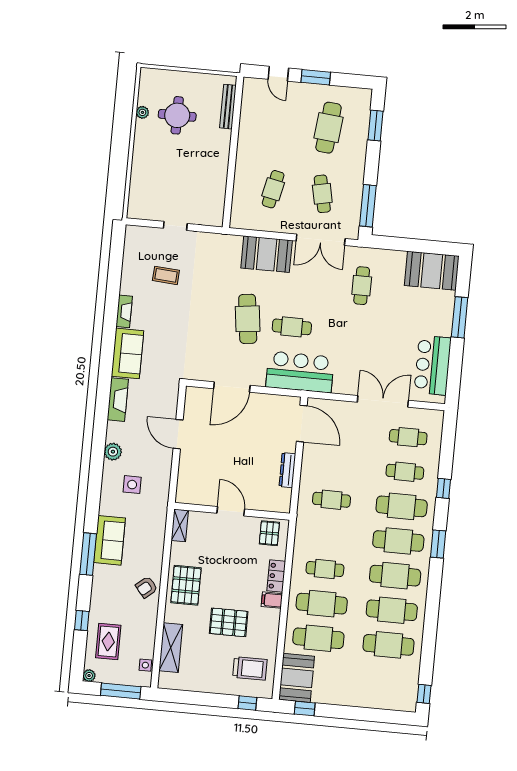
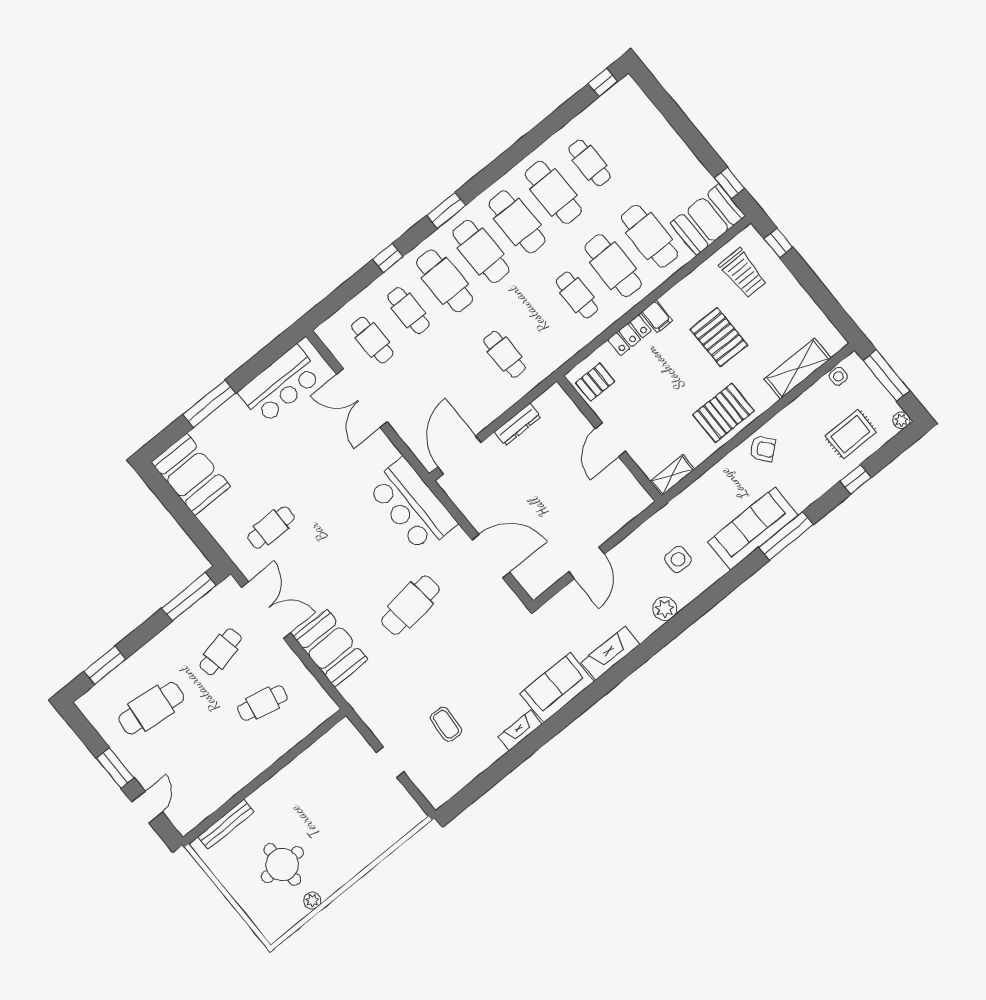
cafe table: (292, 327) -> (376, 555), removed
sofa: (109, 540) -> (753, 528), width x1.36
cafe table: (389, 645) -> (590, 163), width x0.73, depth x0.74
trolley: (250, 668) -> (743, 273), turned 180

